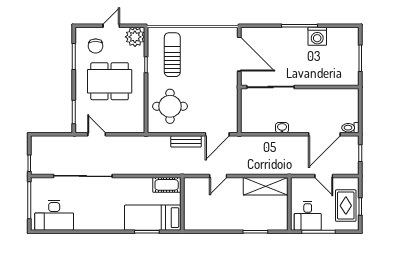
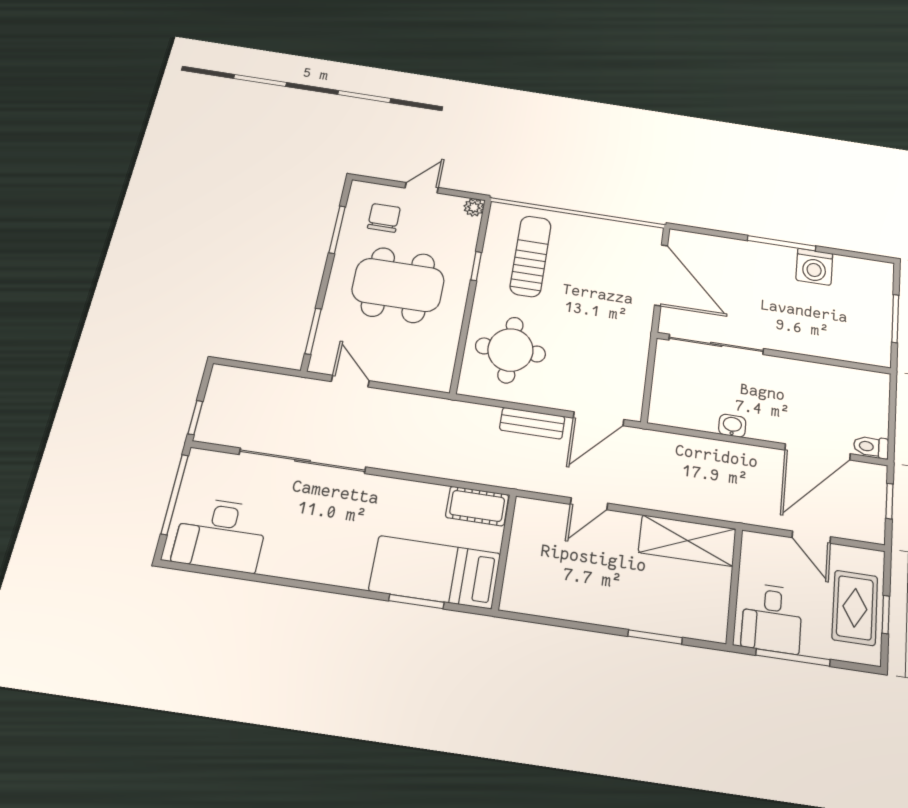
plant: (135, 37) -> (474, 207), width x0.53, depth x0.53
chair: (96, 46) -> (384, 218), turned 180

